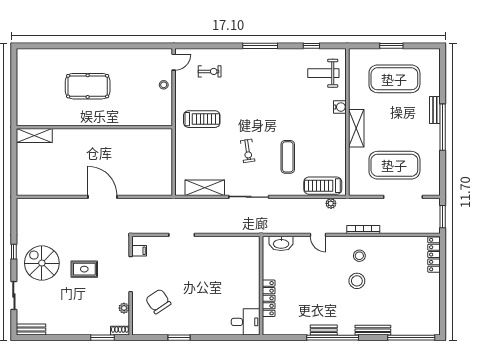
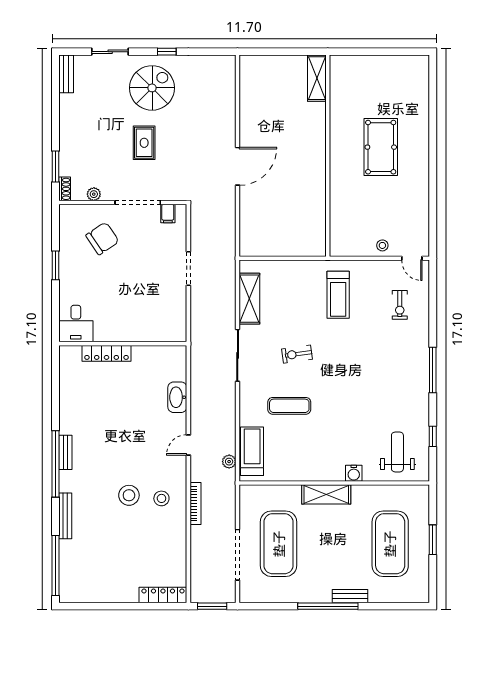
wall: (261, 286) -> (123, 344), moved
locker: (269, 298) -> (107, 353), moved
desk: (246, 322) -> (76, 324), moved

